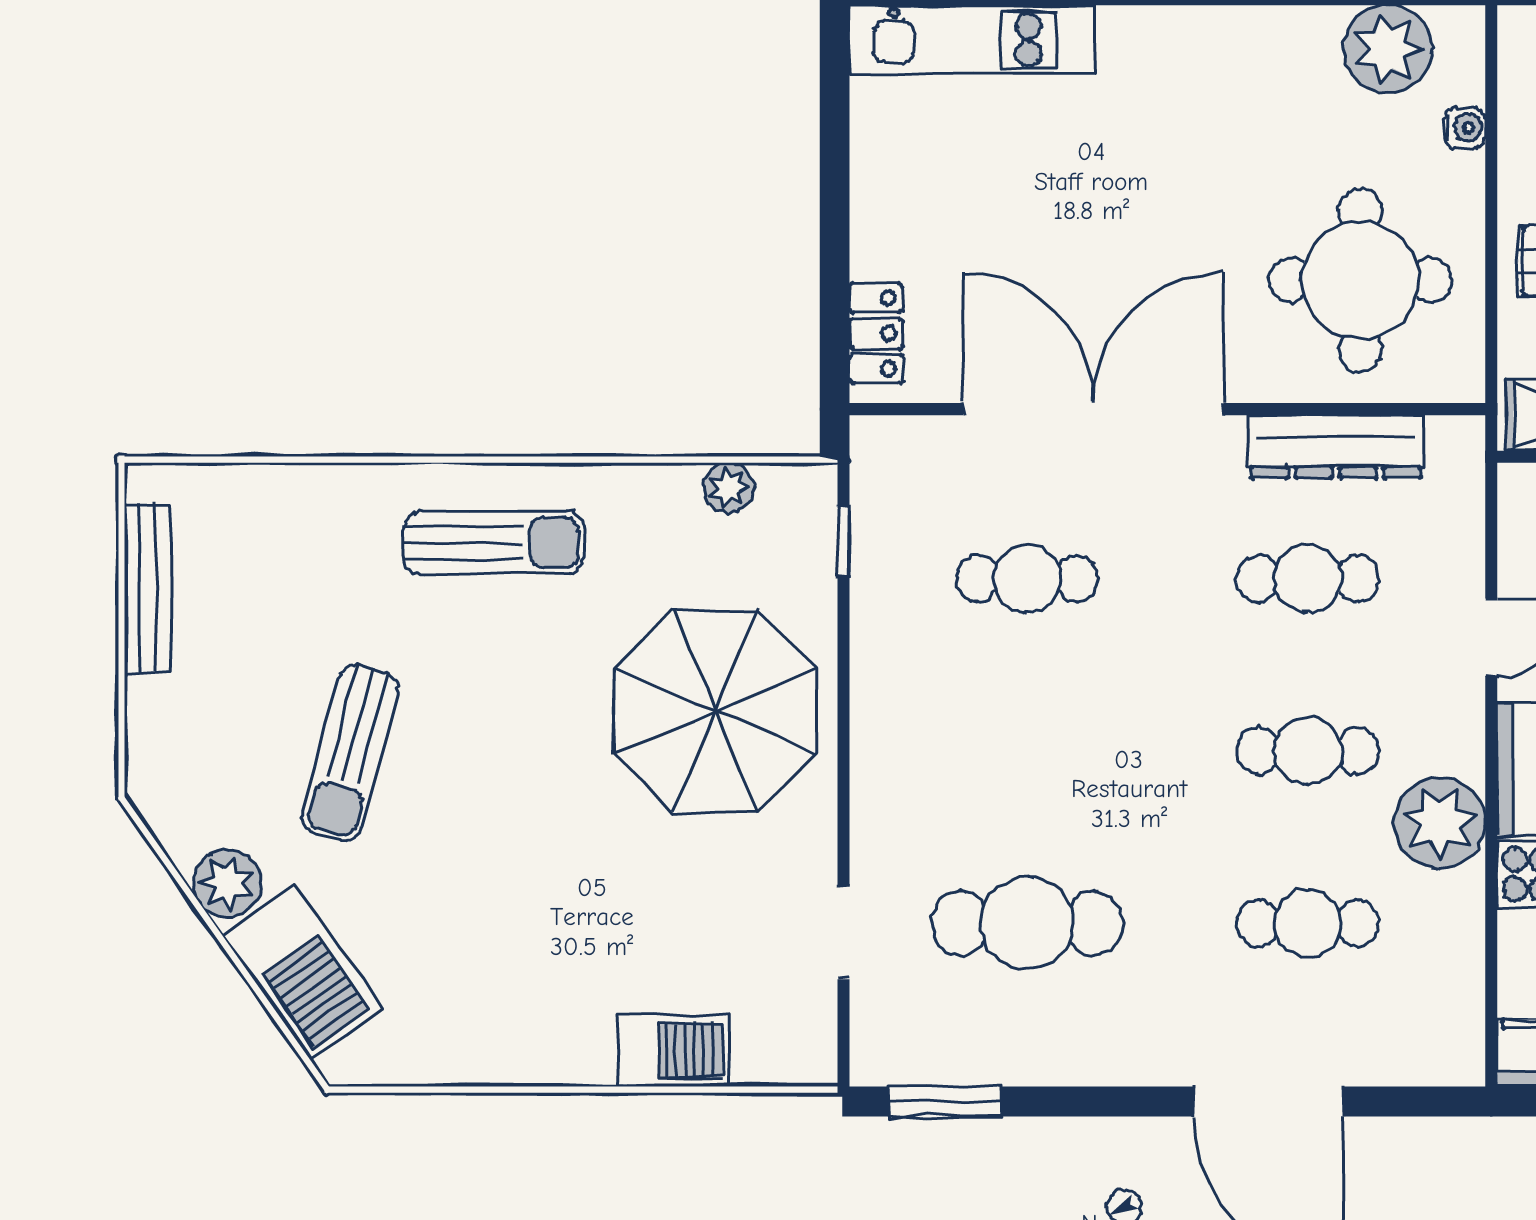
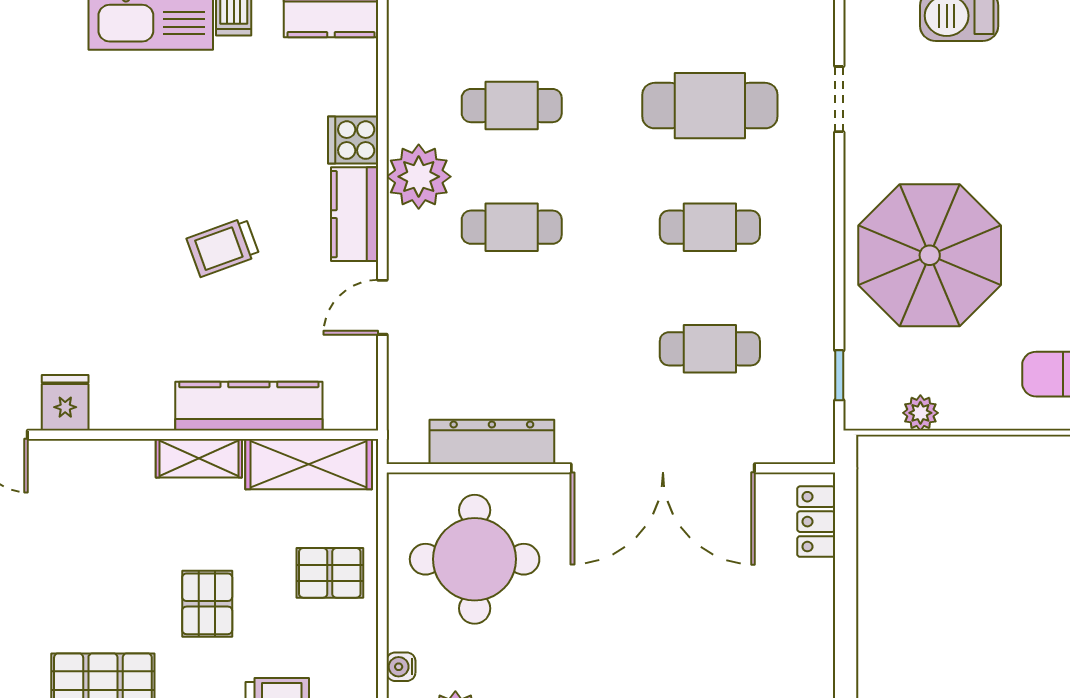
cafe table: (1308, 578) -> (710, 227), moved

